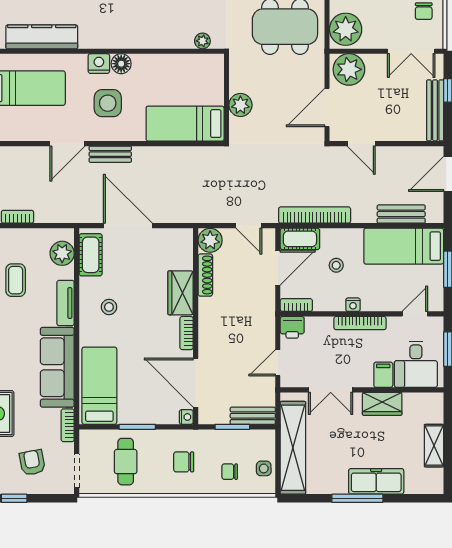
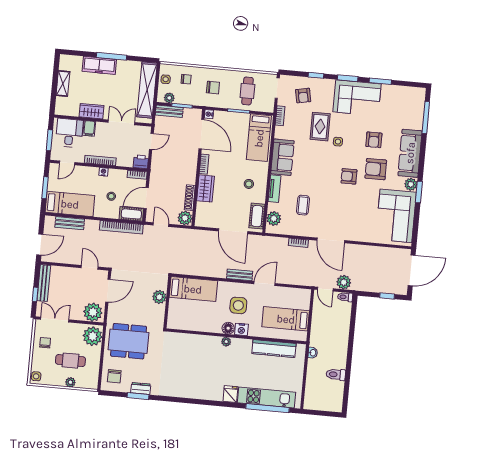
plant: (202, 41) -> (226, 342), moved
sofa: (57, 367) -> (282, 157), width x0.73
plant: (255, 438) -> (169, 98), added

